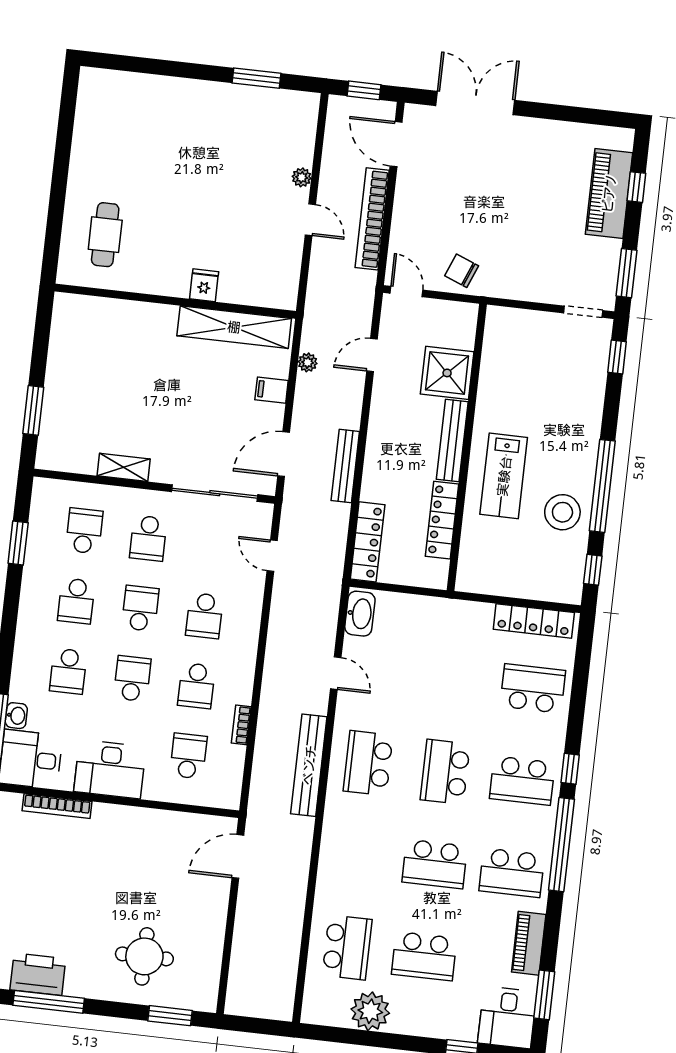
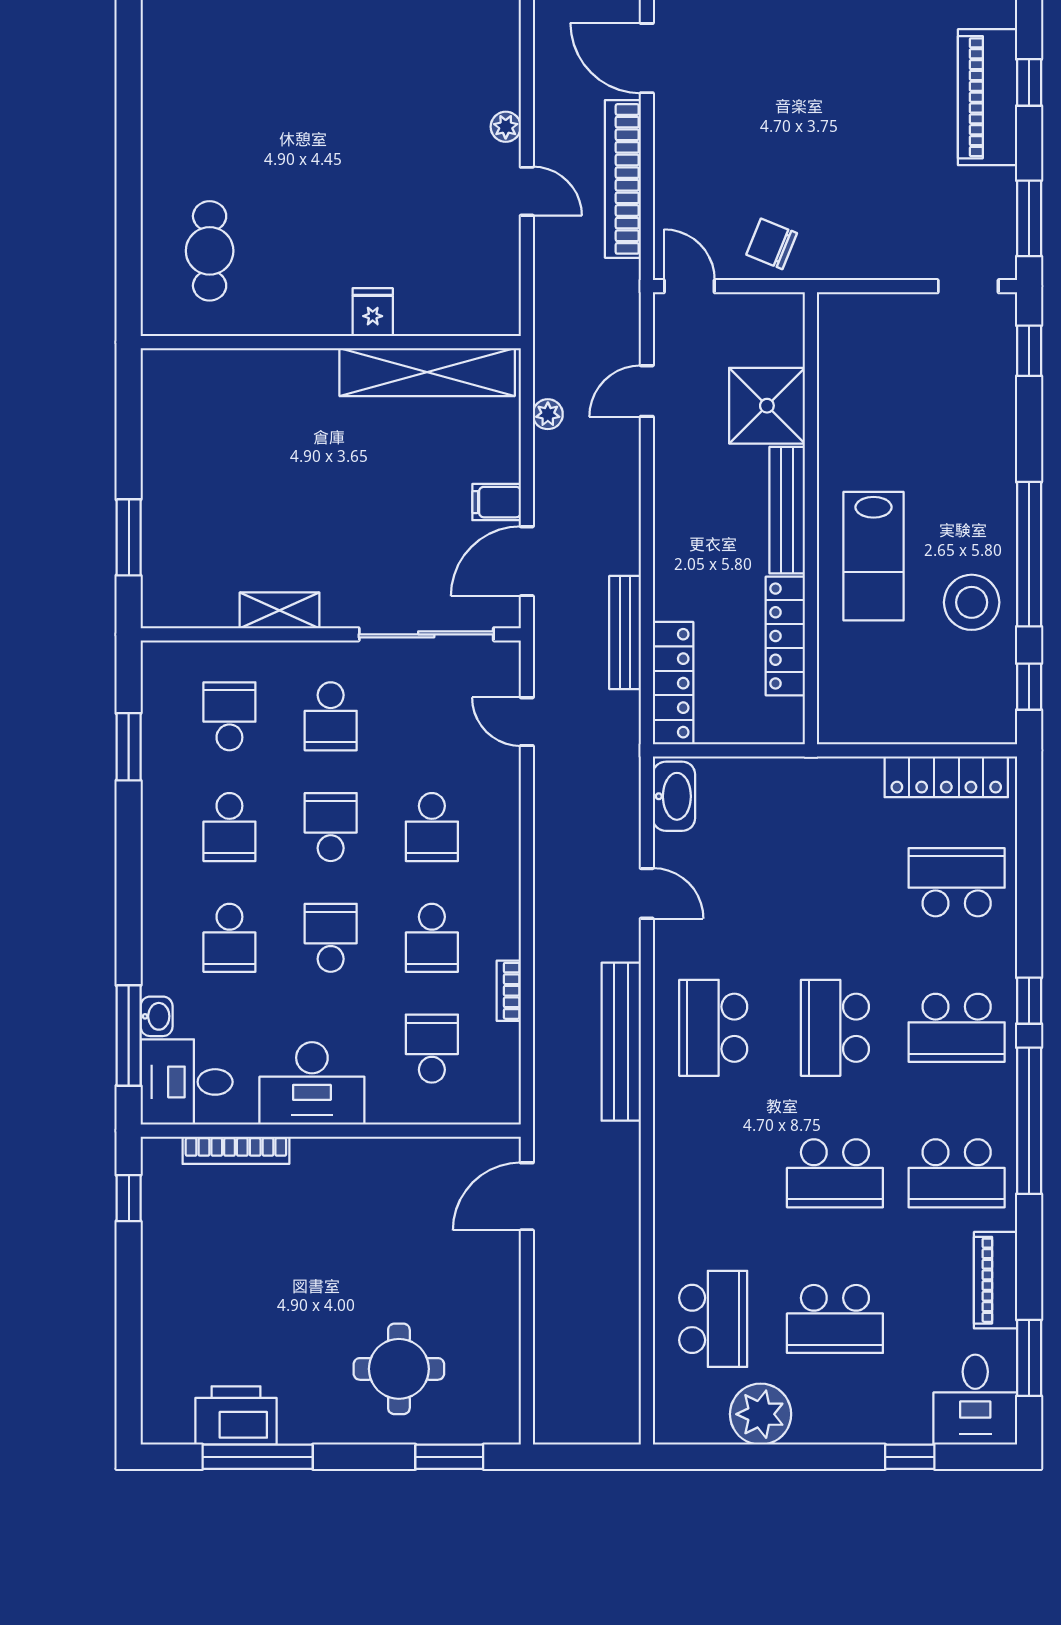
filing cabinet: (272, 390) -> (497, 502), moved
bench: (345, 466) -> (625, 632), moved

